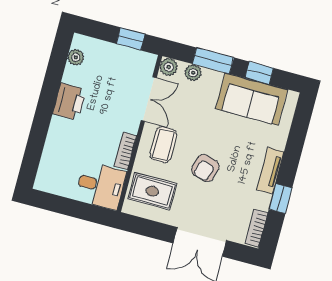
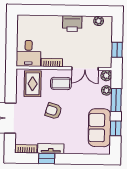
tv unit: (270, 171) -> (51, 149), moved

